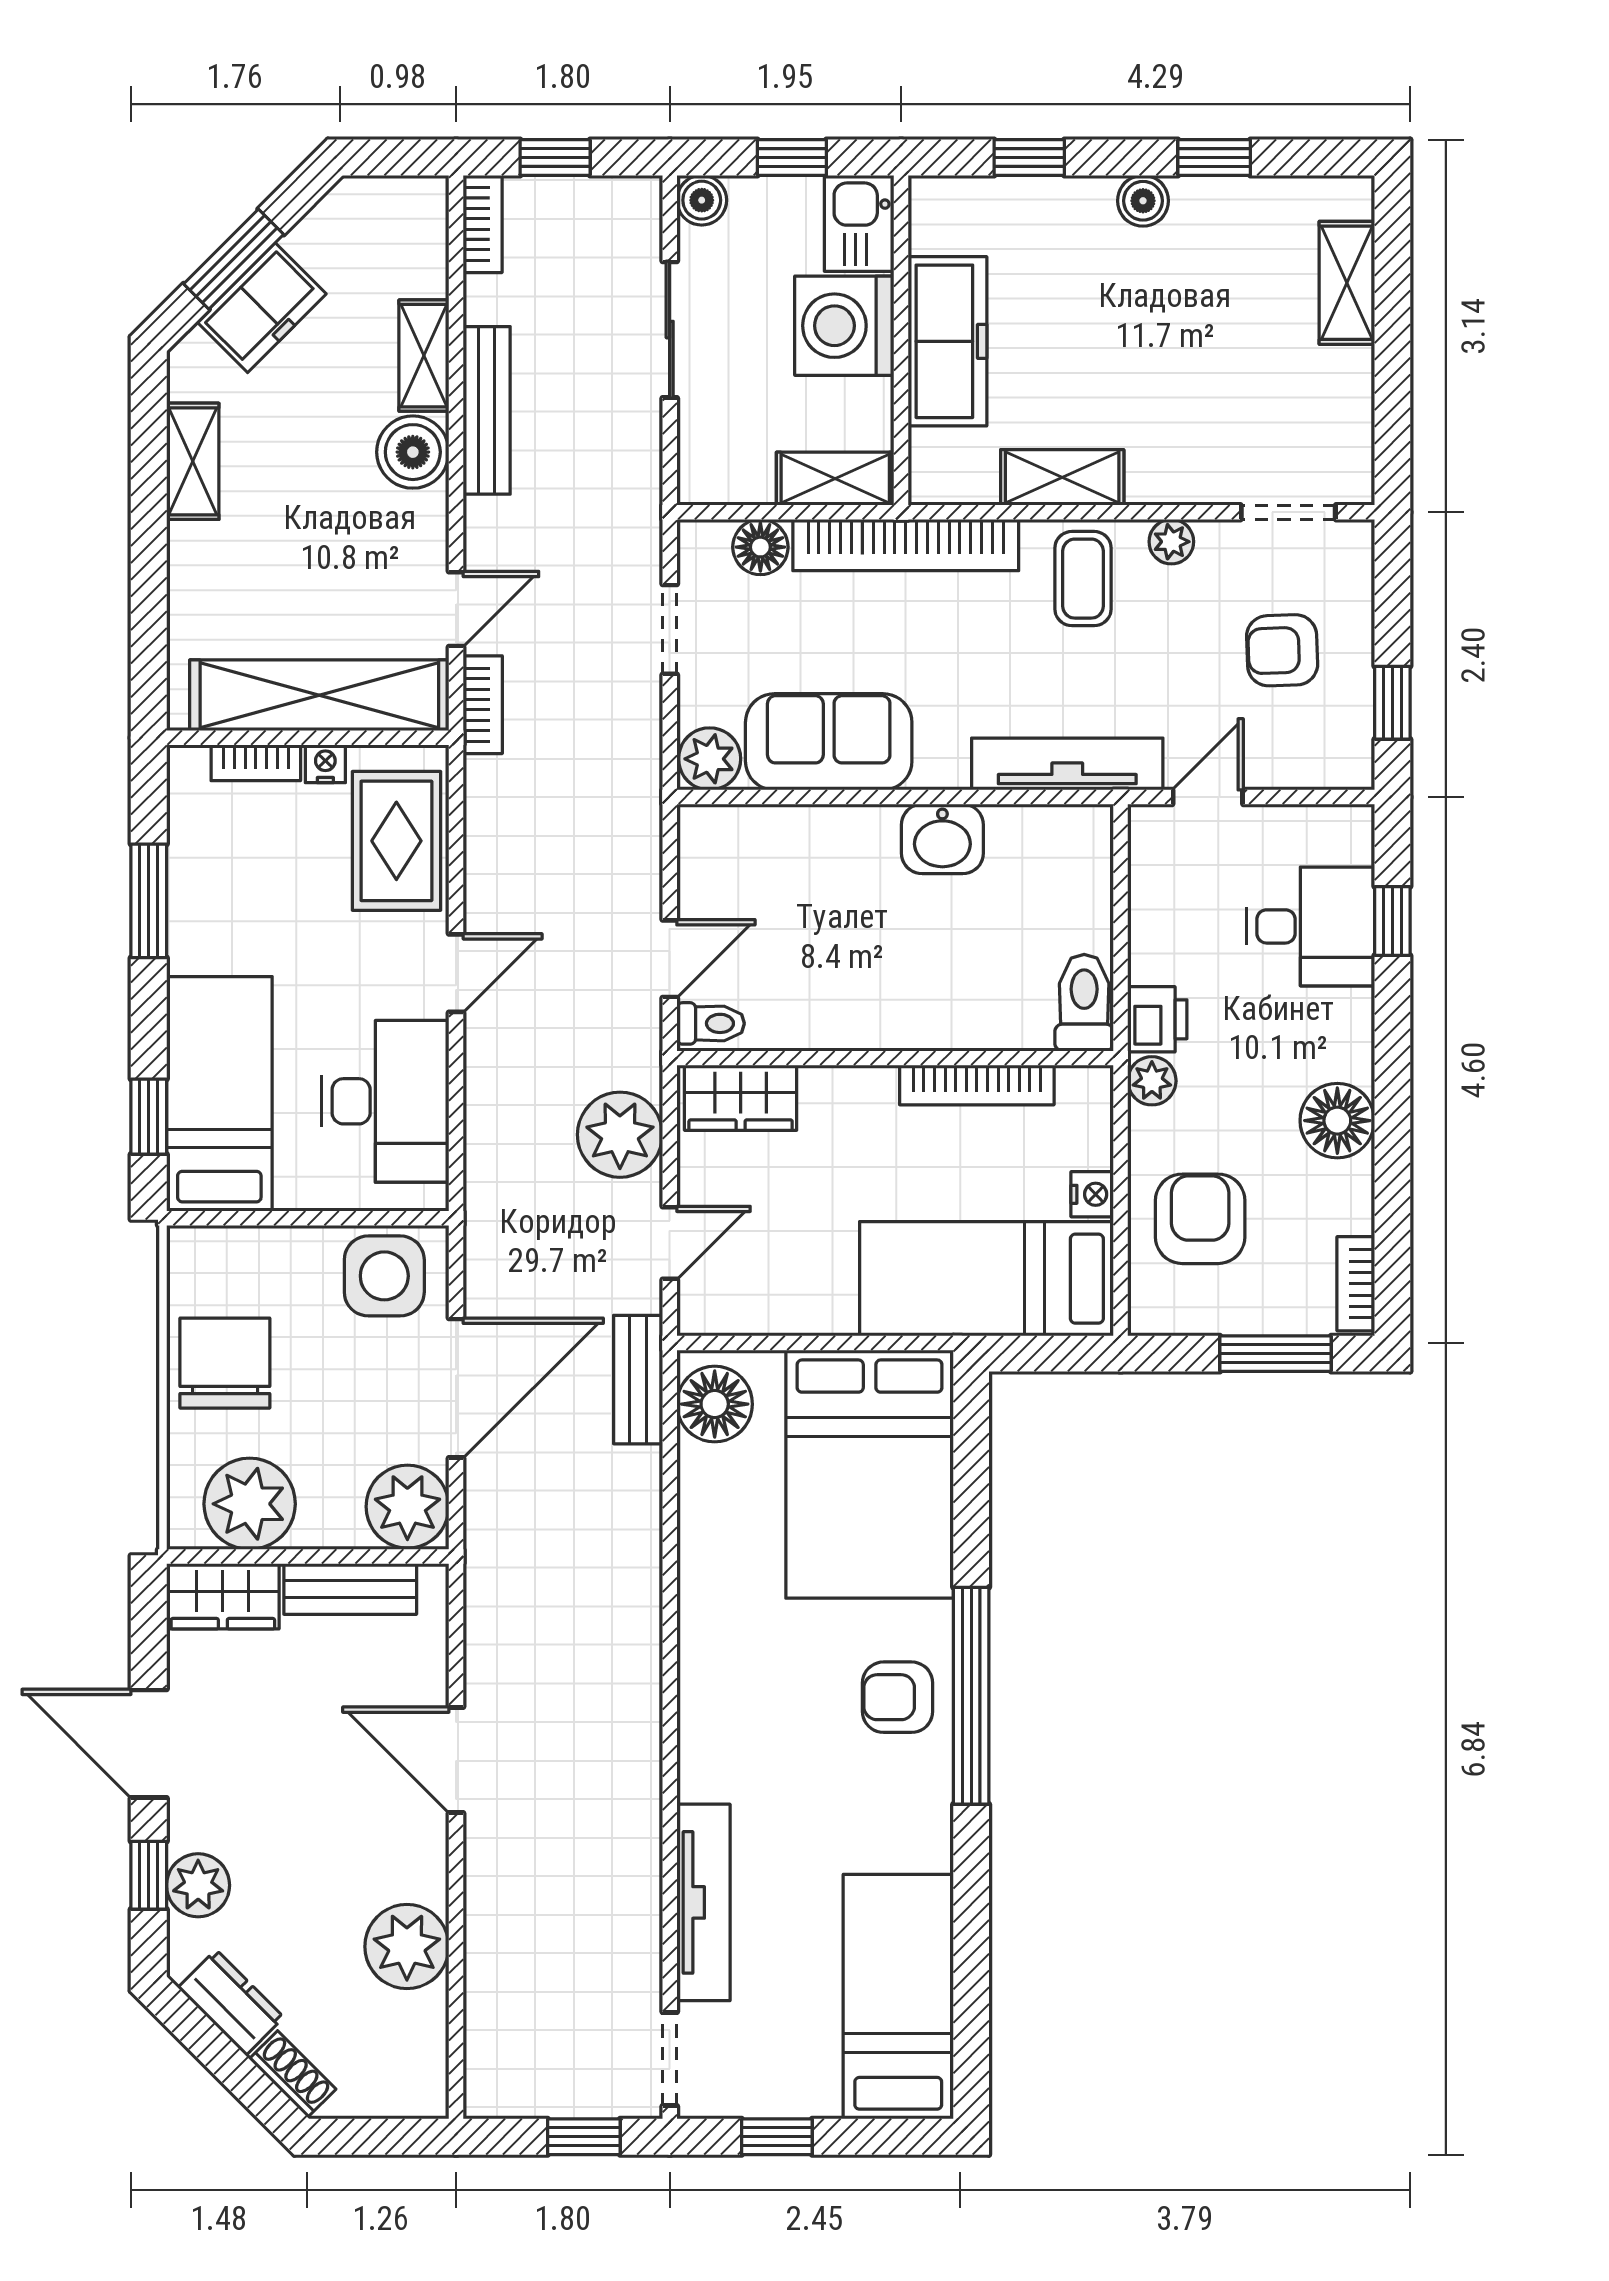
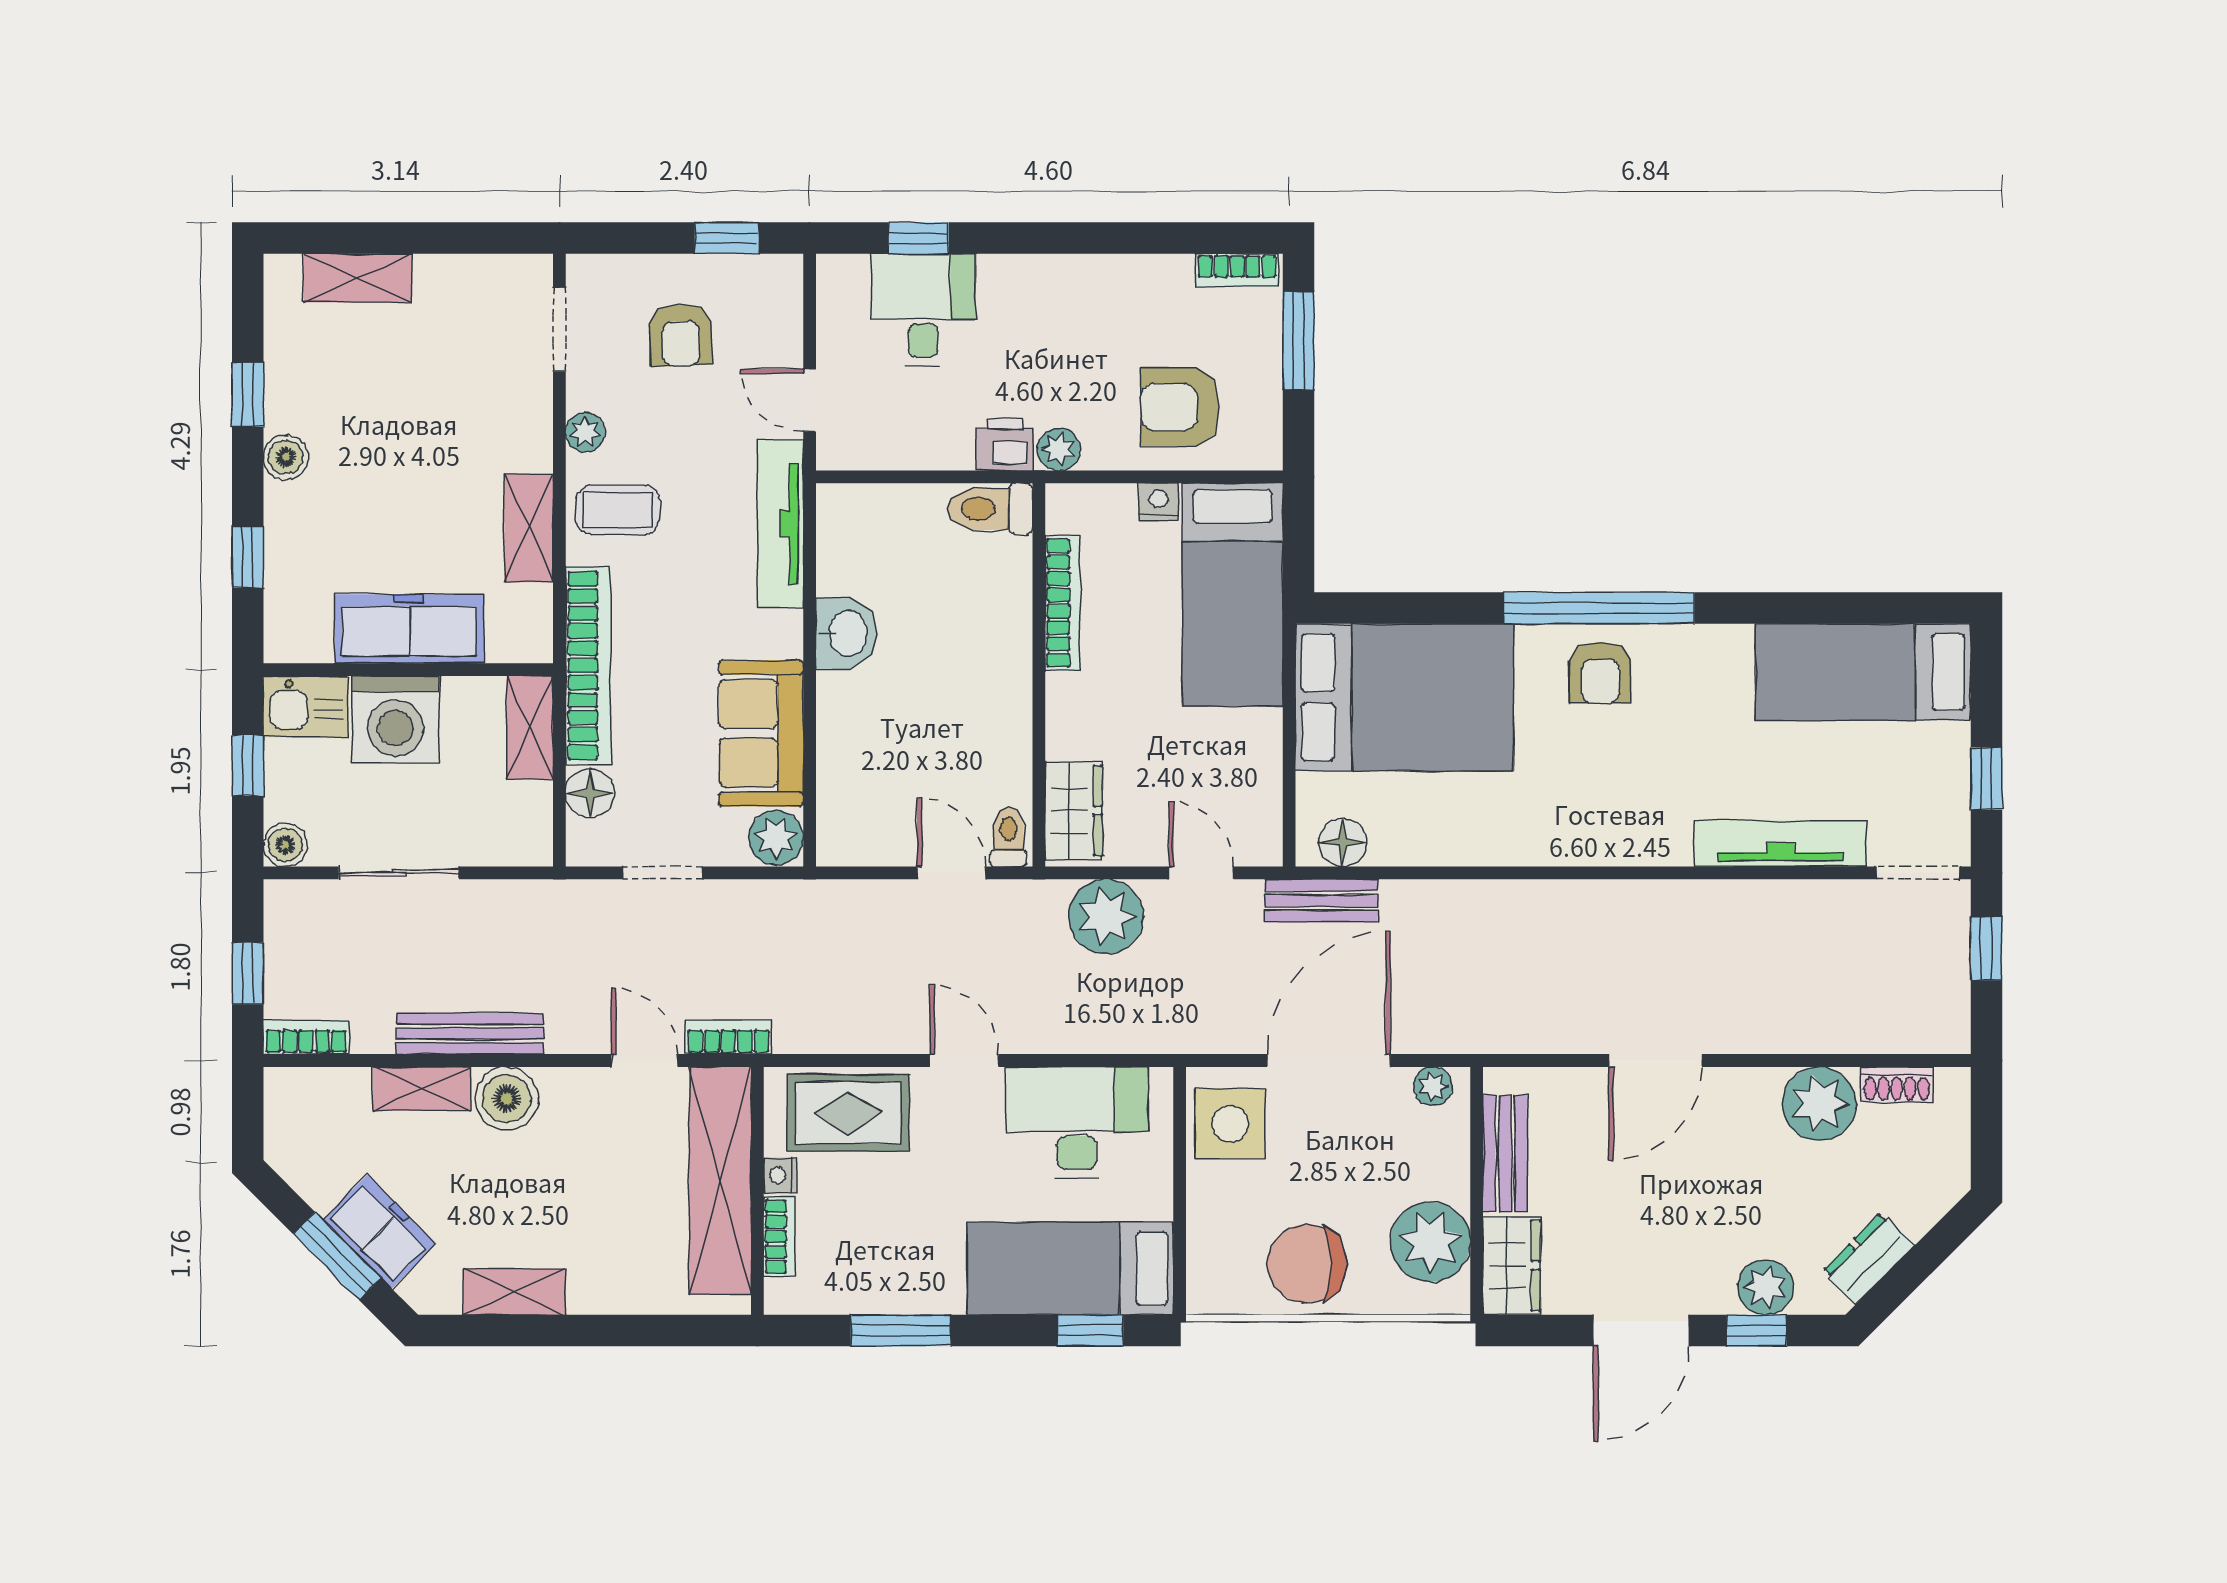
floor lamp: (1337, 1121) -> (1094, 286), removed
door: (456, 1388) -> (1329, 1060), hinge flipped
floor lamp: (715, 1404) -> (1343, 842), width x0.73, depth x0.73
plant: (407, 1507) -> (1433, 1086), width x0.53, depth x0.53
shoe rack: (293, 2074) -> (1897, 1084), moved, turned -135

